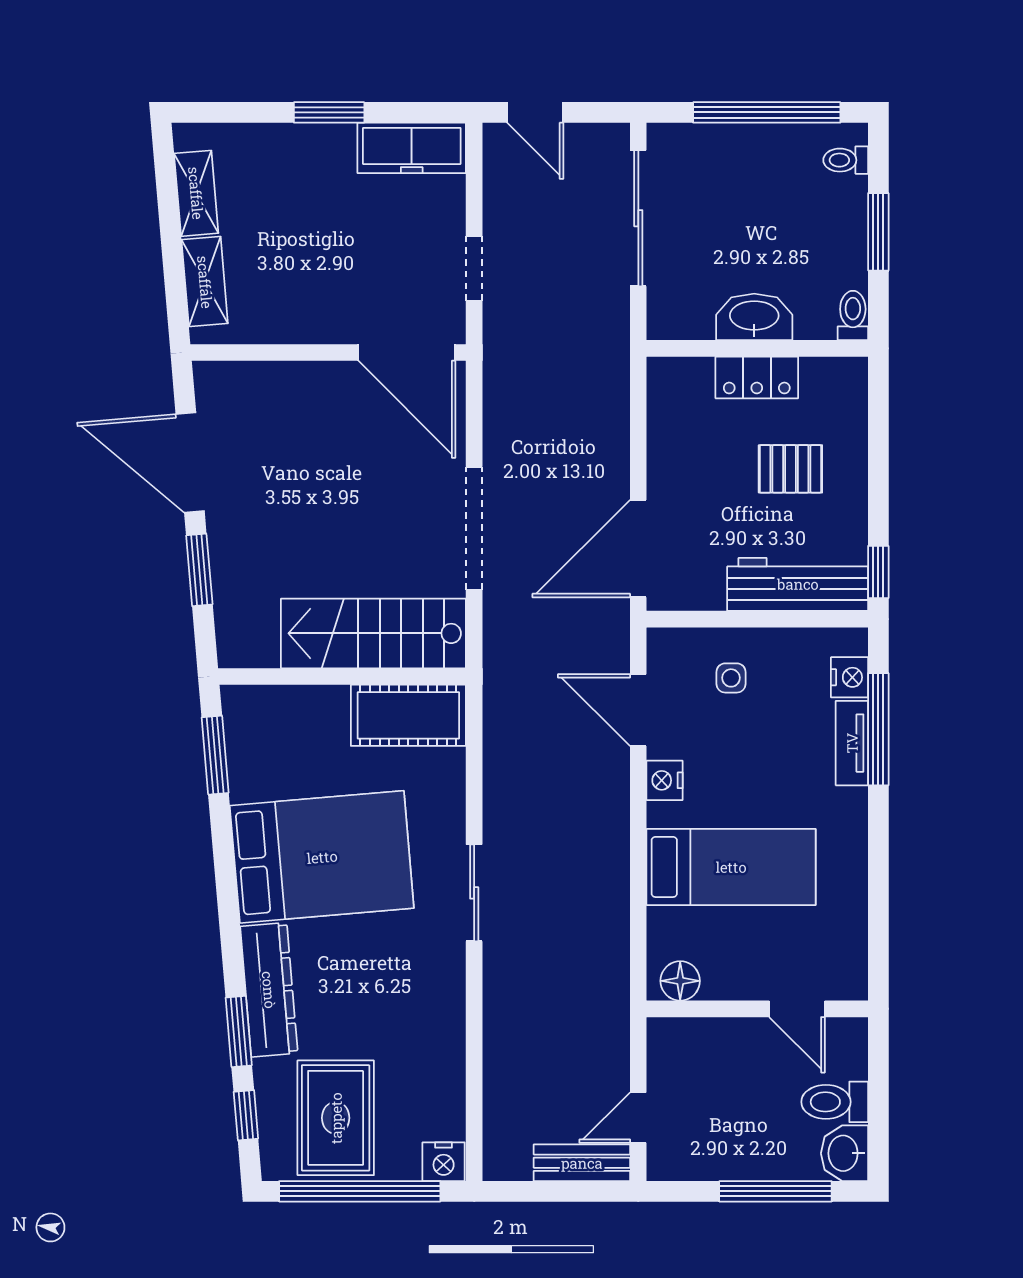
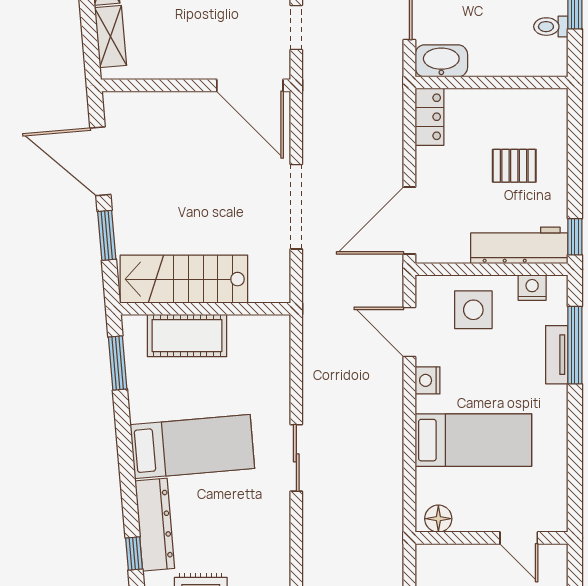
toilet: (853, 315) -> (551, 27), moved, turned -90
washbasin: (754, 317) -> (441, 61), moved
locker: (757, 377) -> (429, 117), moved, turned -90
stairs: (373, 633) -> (184, 279), moved
nightstand: (849, 677) -> (532, 288), moved, turned -90
side table: (731, 678) -> (473, 310), width x1.87, depth x1.87
cot: (408, 715) -> (187, 336), moved
bed: (322, 857) -> (192, 447), width x0.67
window: (239, 1031) -> (134, 554), width x0.67

